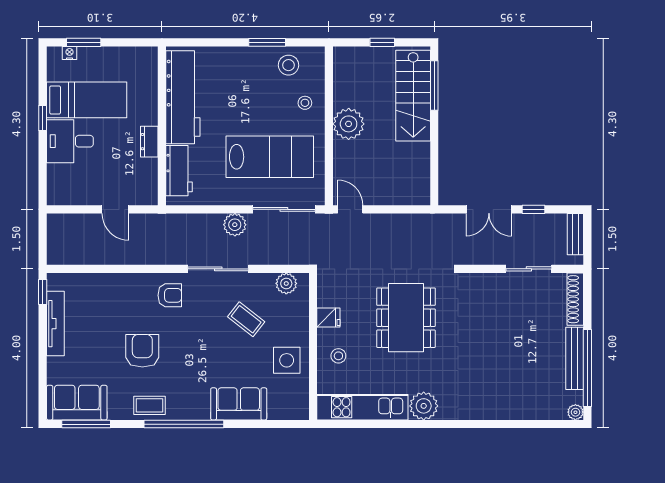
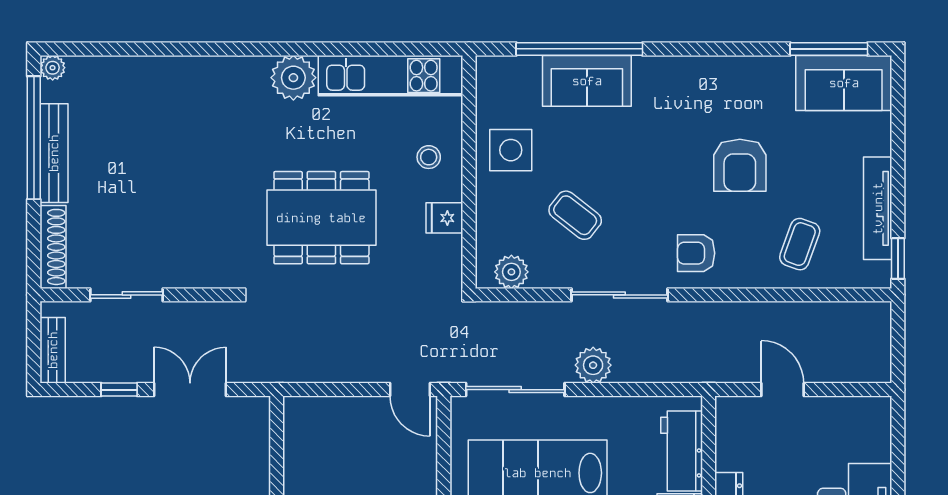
dining table: (406, 318) -> (321, 218), turned 90
coffee table: (149, 405) -> (800, 244), moved, turned -70
window: (184, 424) -> (579, 49), moved

